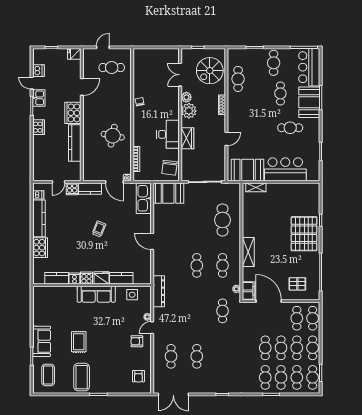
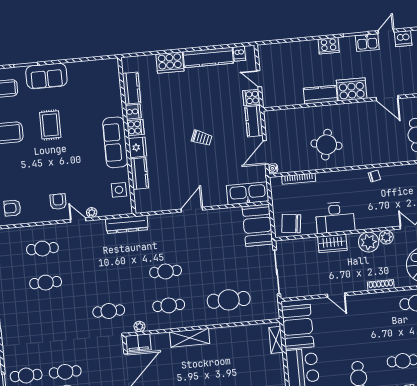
kitchen counter: (75, 143) -> (320, 95), width x0.67
rug: (79, 342) -> (50, 125), turned 90

